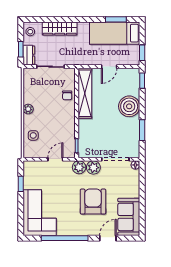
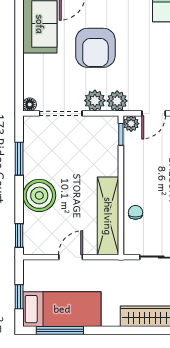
window: (116, 19) -> (60, 330), width x1.44
window: (142, 53) -> (19, 297), moved
plant: (70, 153) -> (131, 124), added

